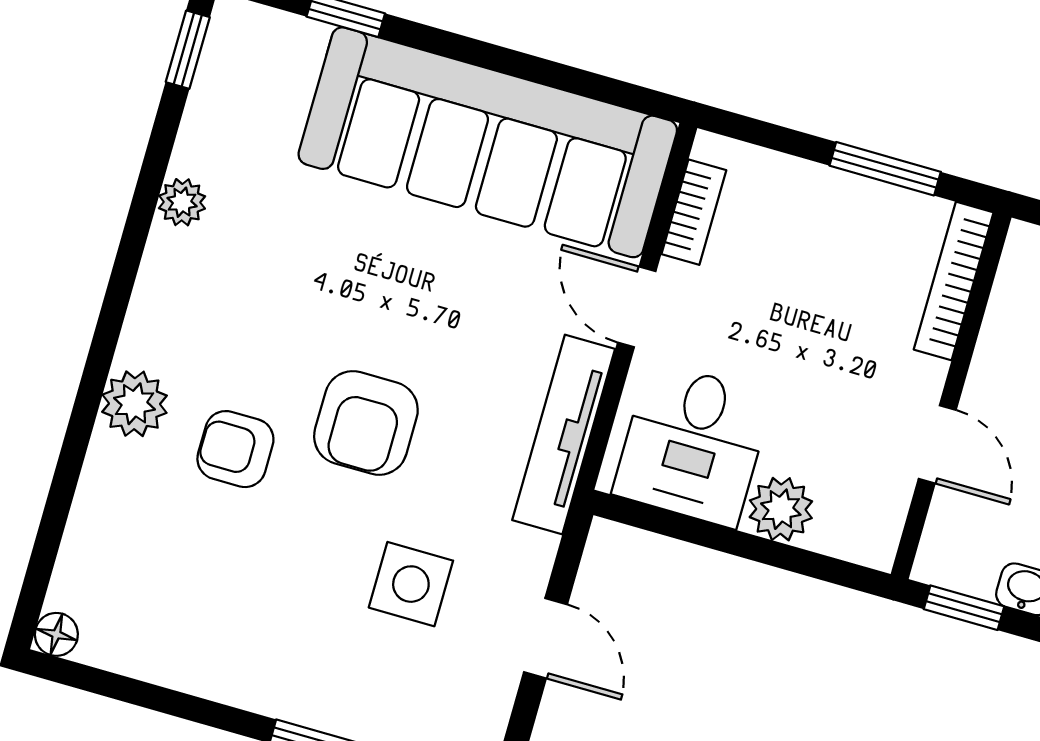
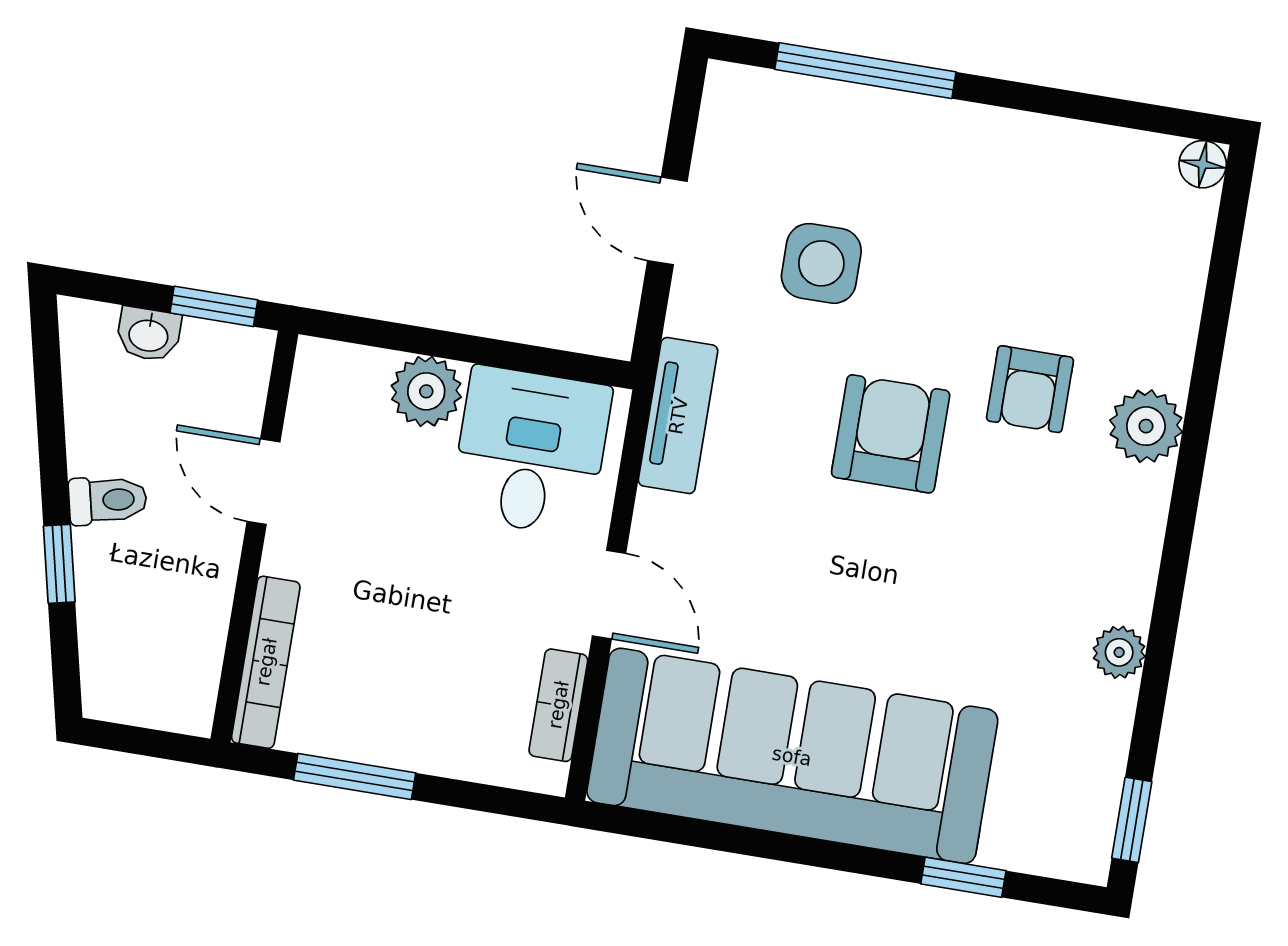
tv unit: (564, 434) -> (678, 416), width x0.71
armchair: (235, 449) -> (1030, 389), turned 90

